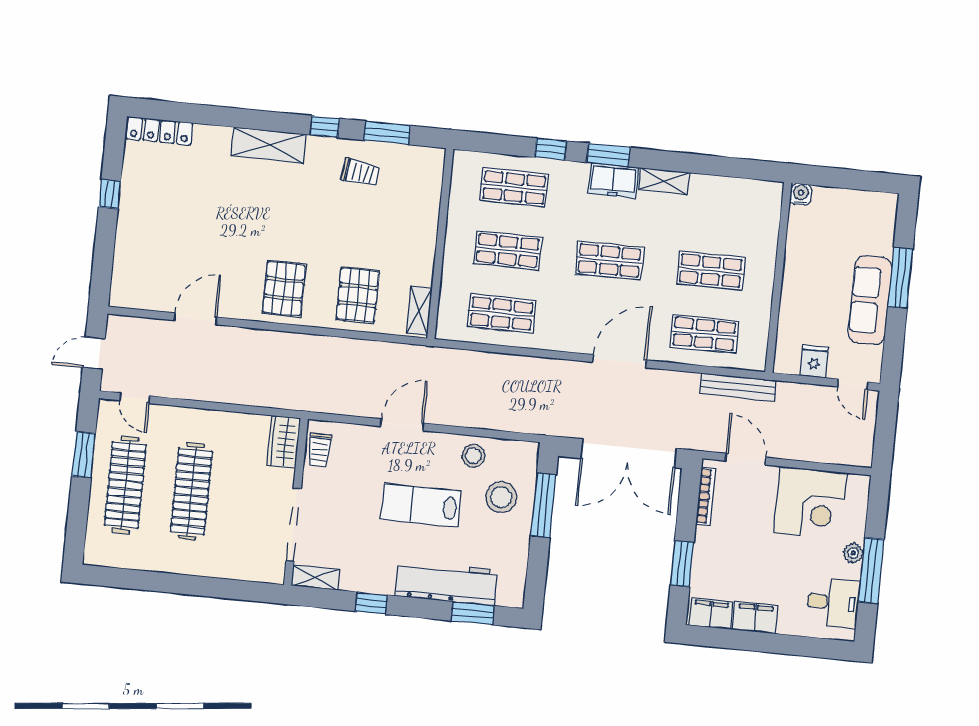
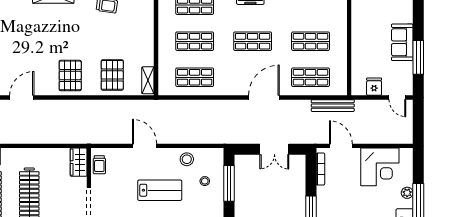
window: (900, 278) -> (418, 57), moved
sofa: (870, 300) -> (402, 42), width x0.73
door: (402, 425) -> (145, 146), hinge flipped
double door: (629, 453) -> (274, 149), width x0.54
stool: (501, 497) -> (205, 181), width x0.53, depth x0.53
lab bench: (421, 505) -> (160, 190), turned 180

